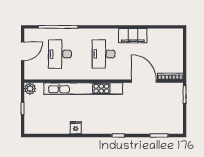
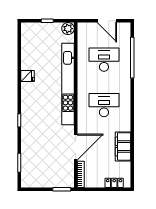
filing cabinet: (133, 36) -> (123, 146), moved
locker: (178, 44) -> (114, 183), added

